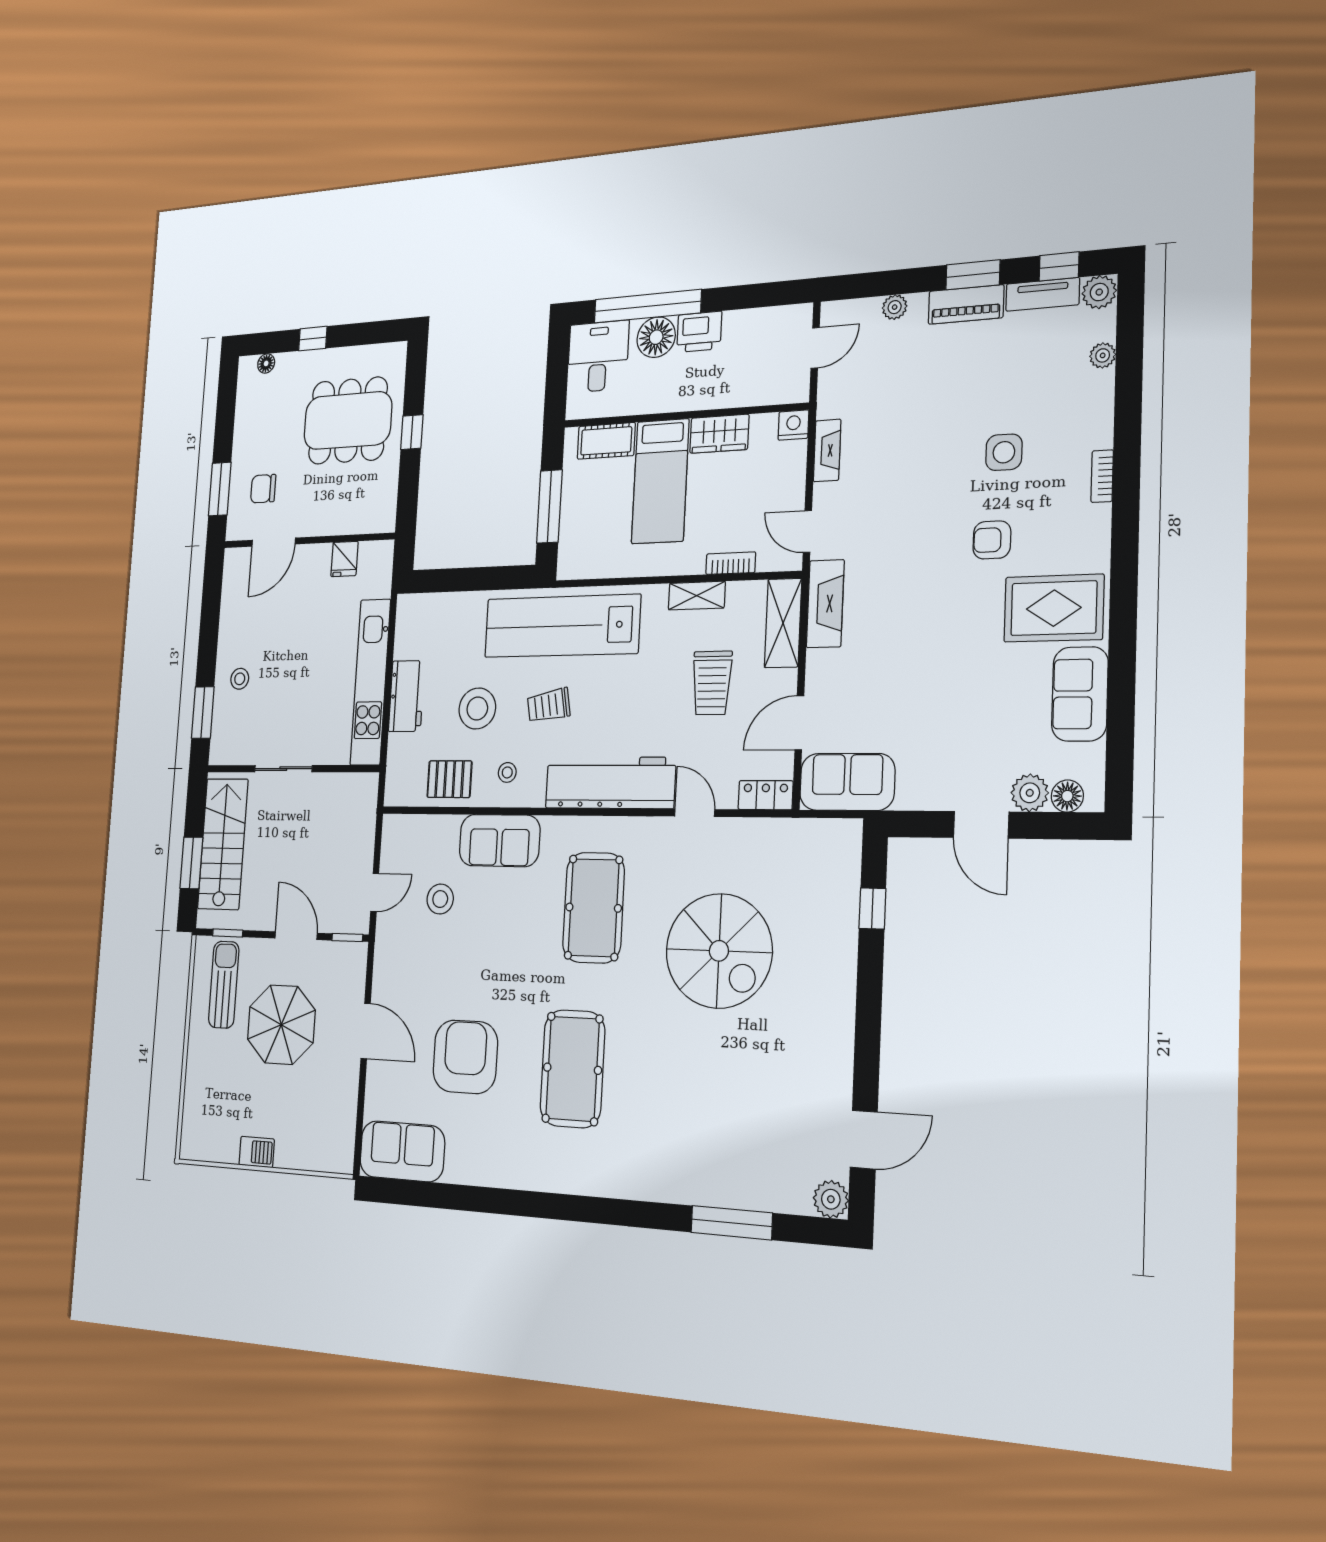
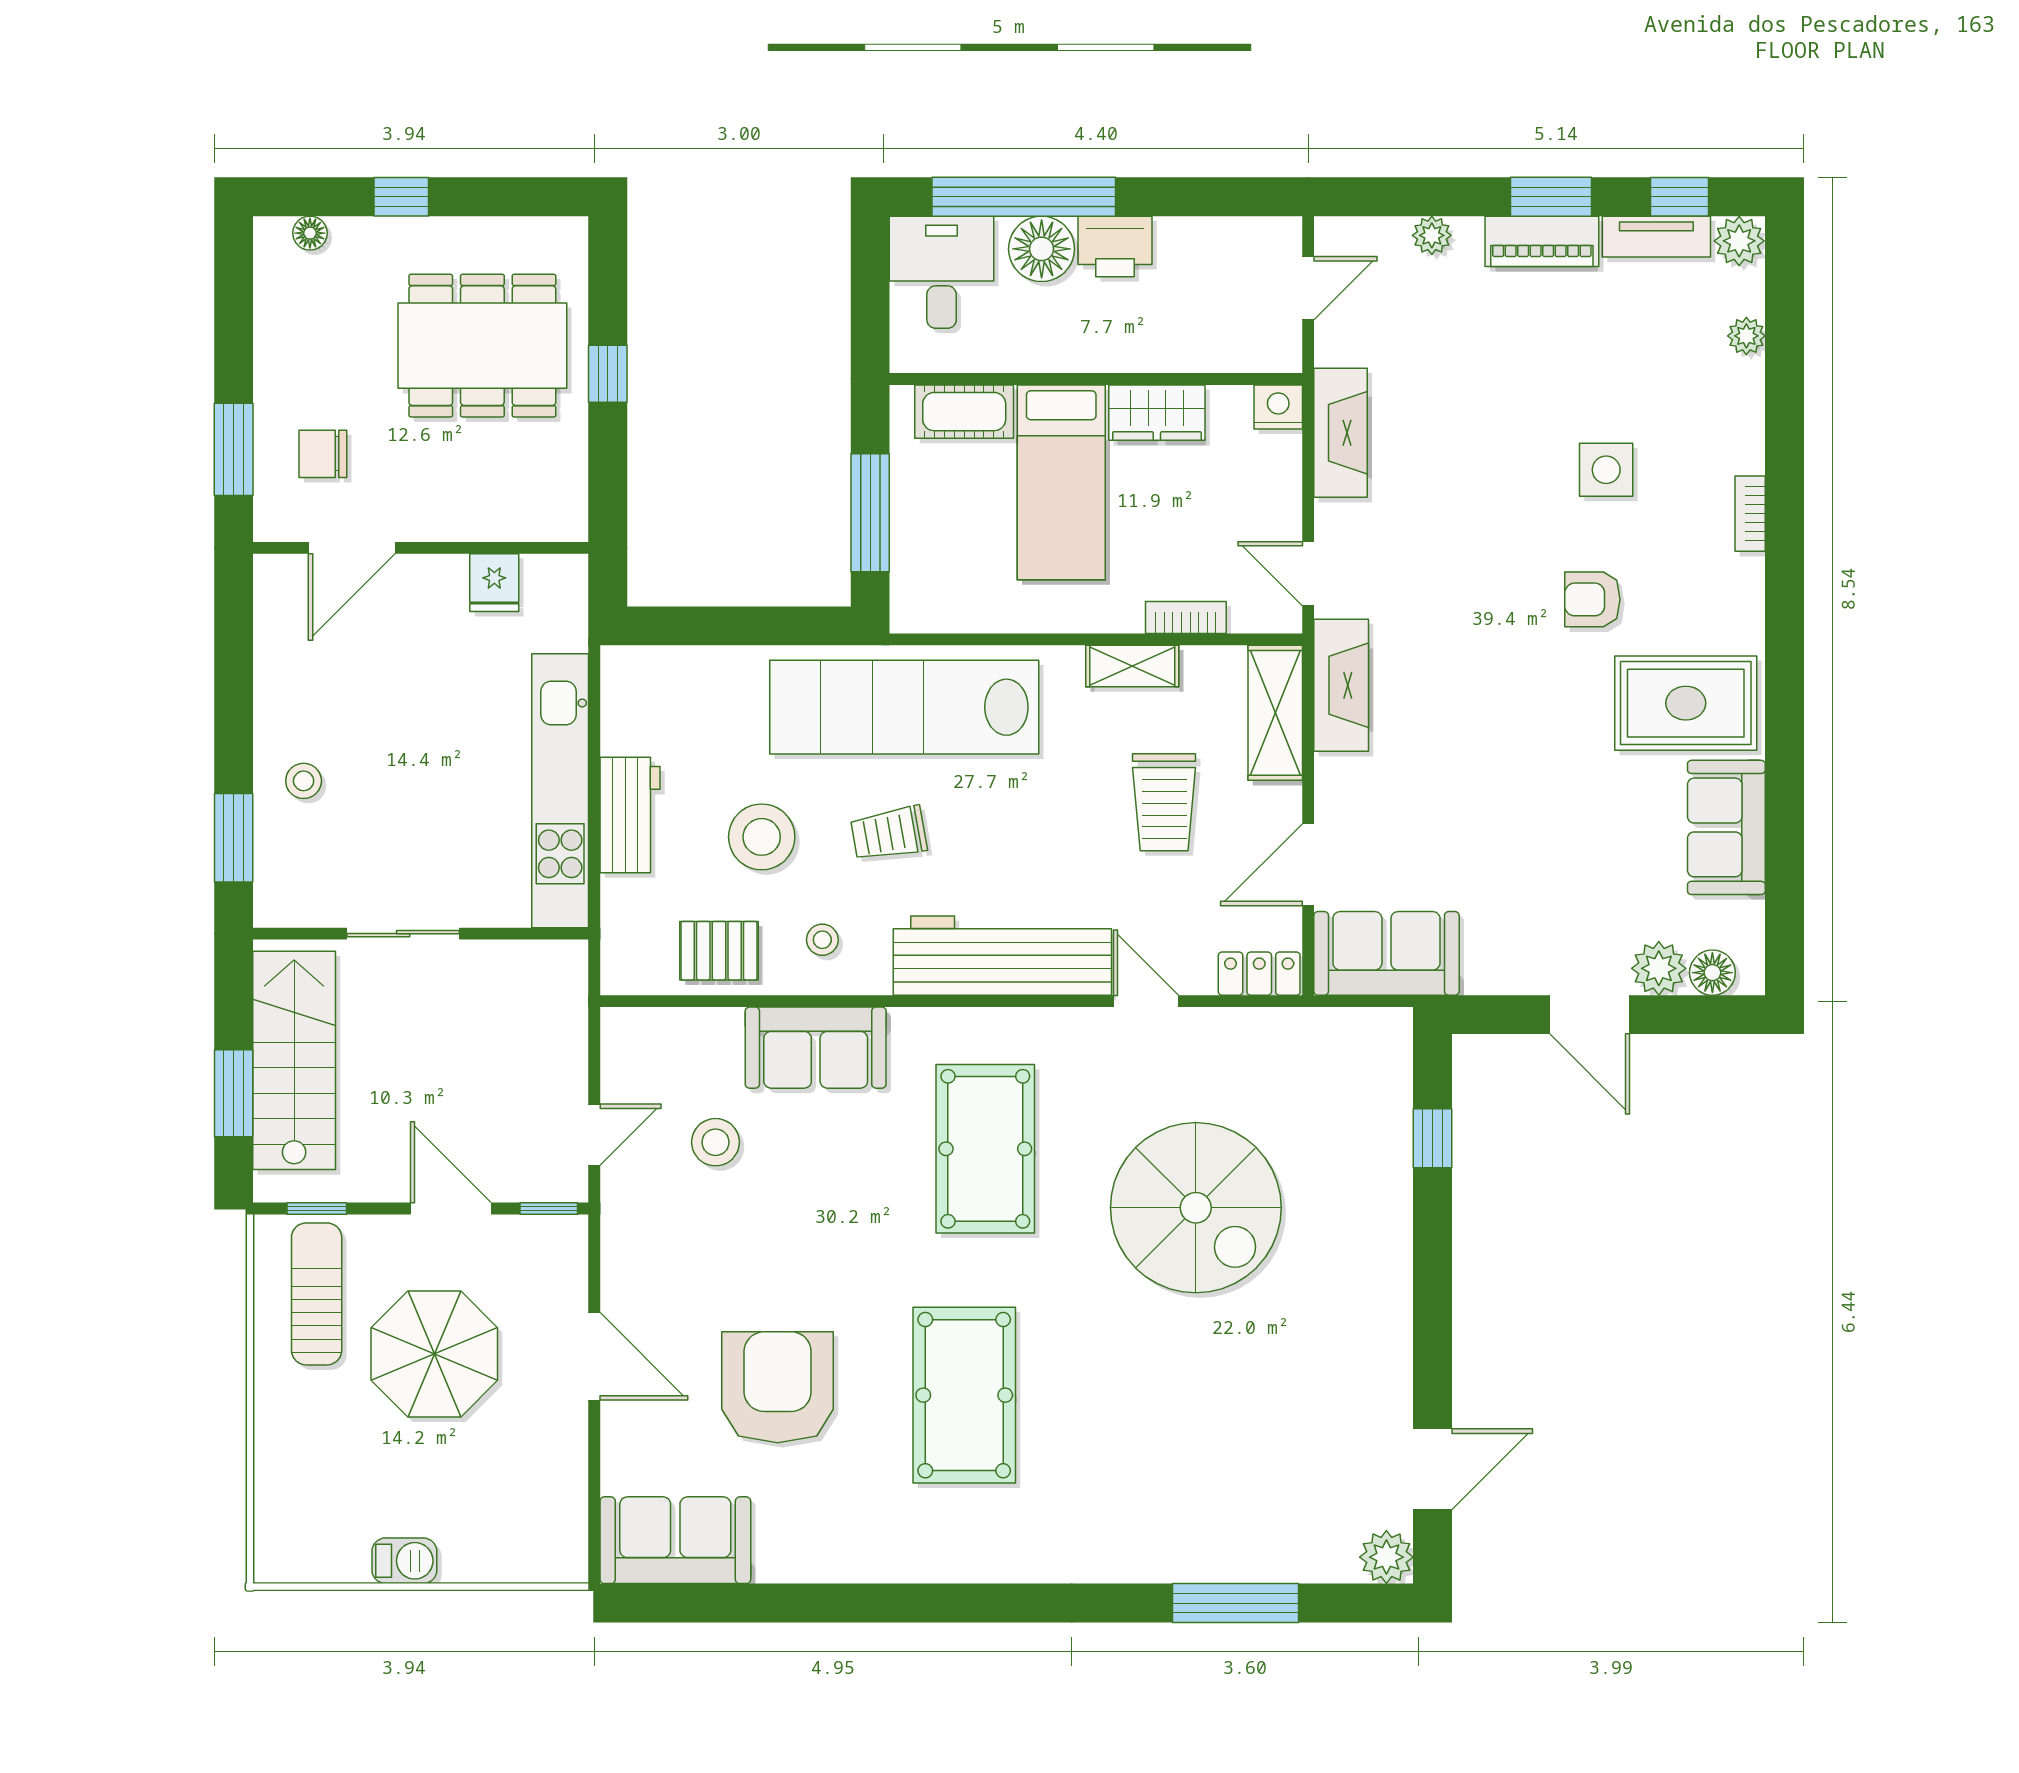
fireplace: (827, 450) -> (1340, 433), width x1.37, depth x1.32

